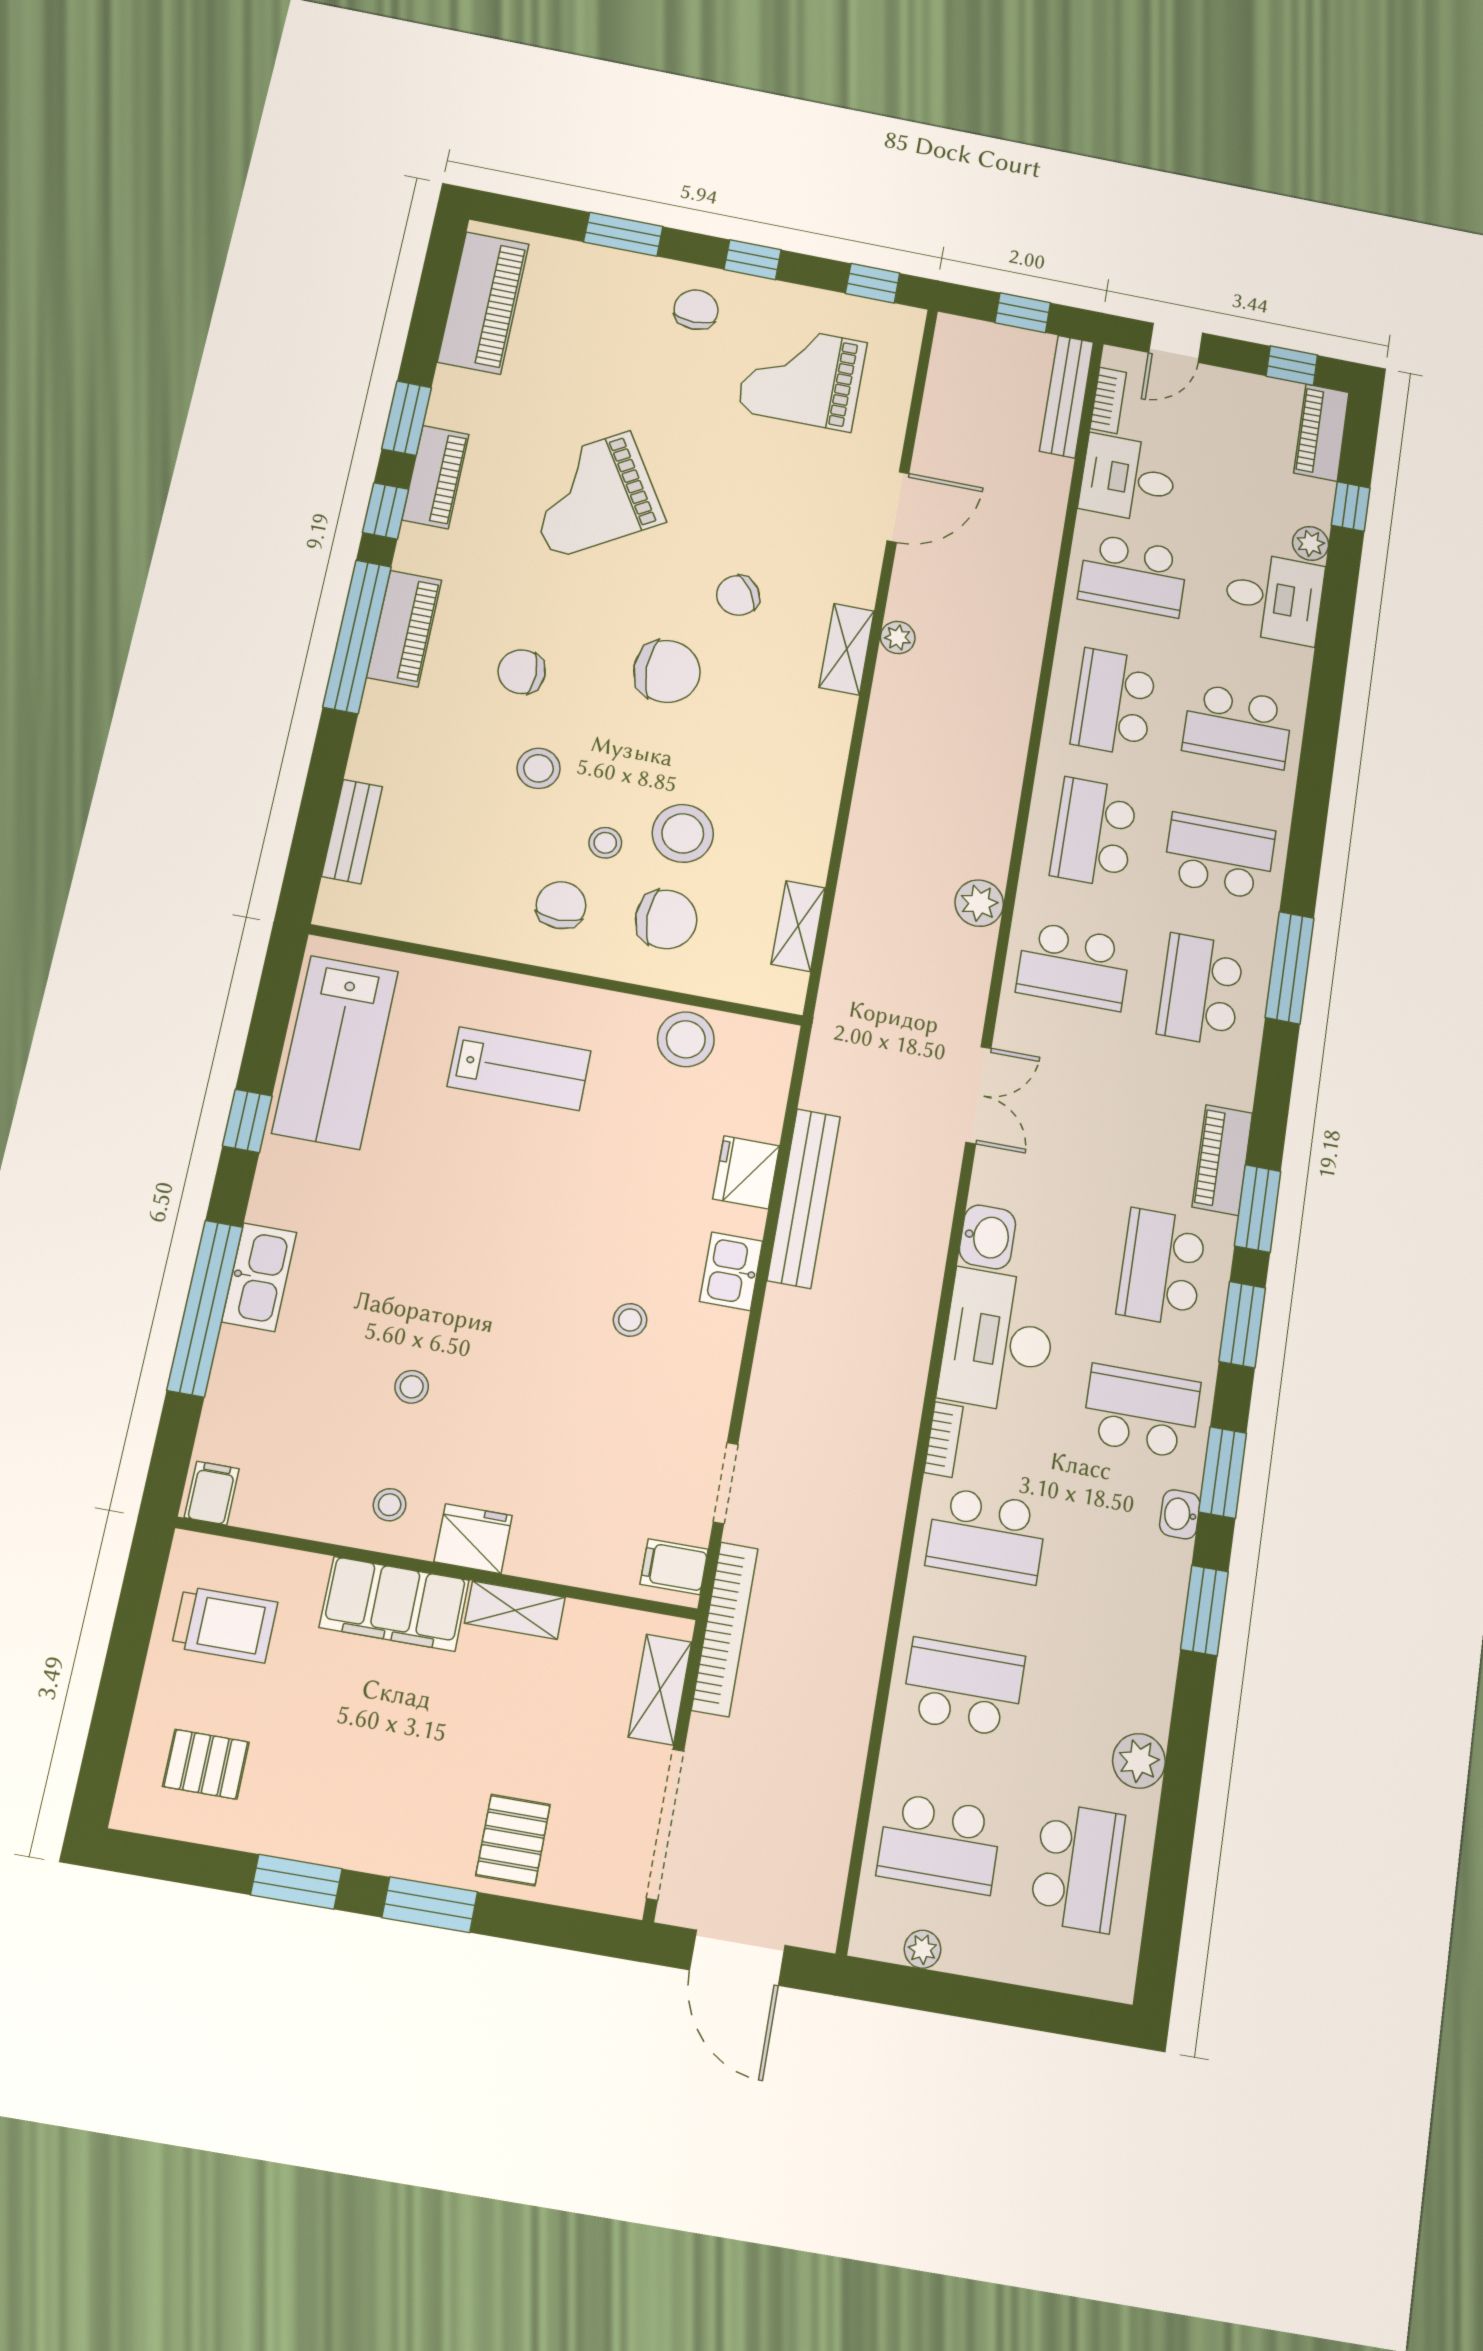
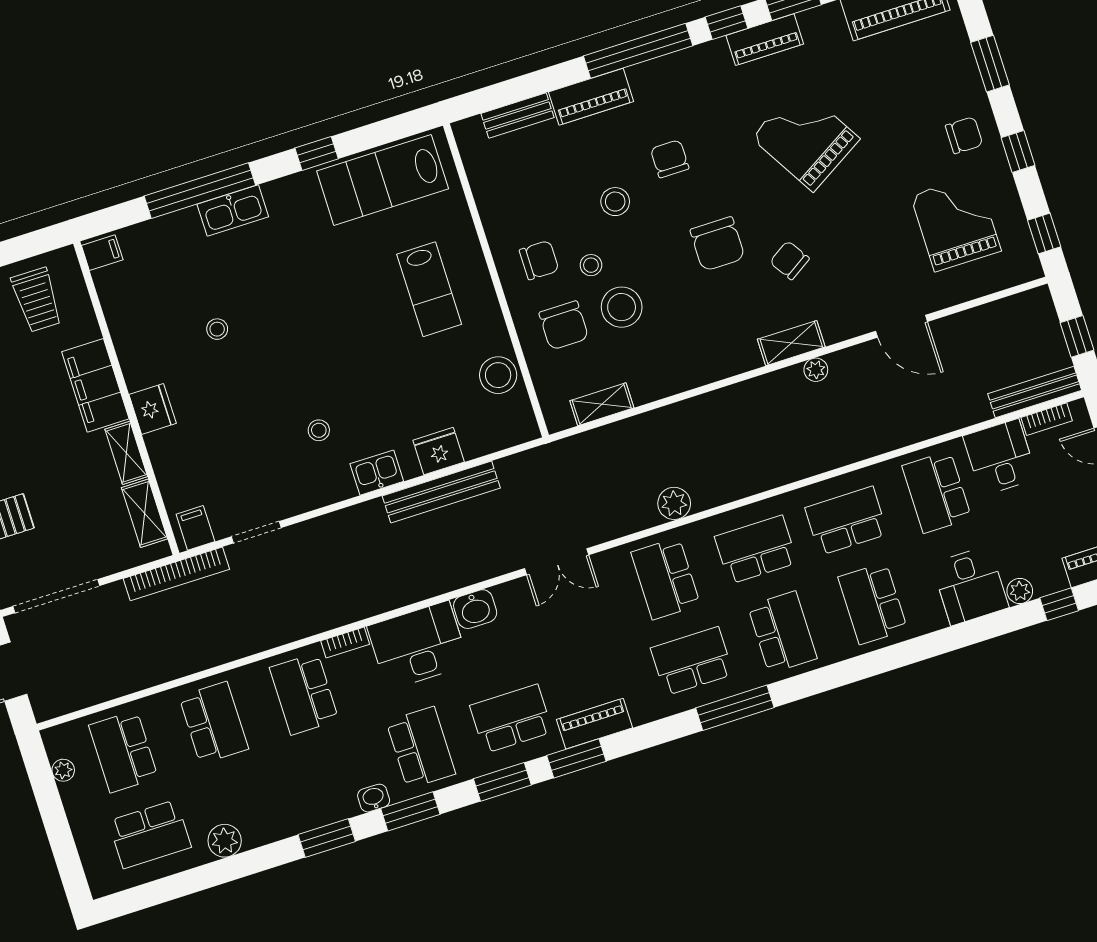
piano: (404, 629) -> (591, 97), moved
stool: (390, 1505) -> (147, 353), removed
shelving: (660, 1690) -> (144, 513), moved, turned 90

